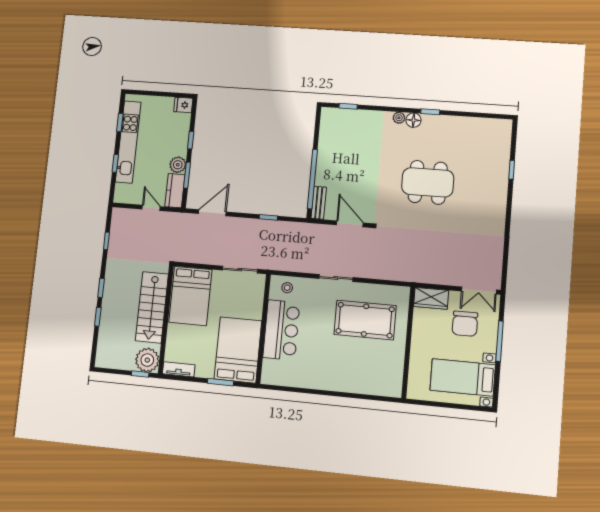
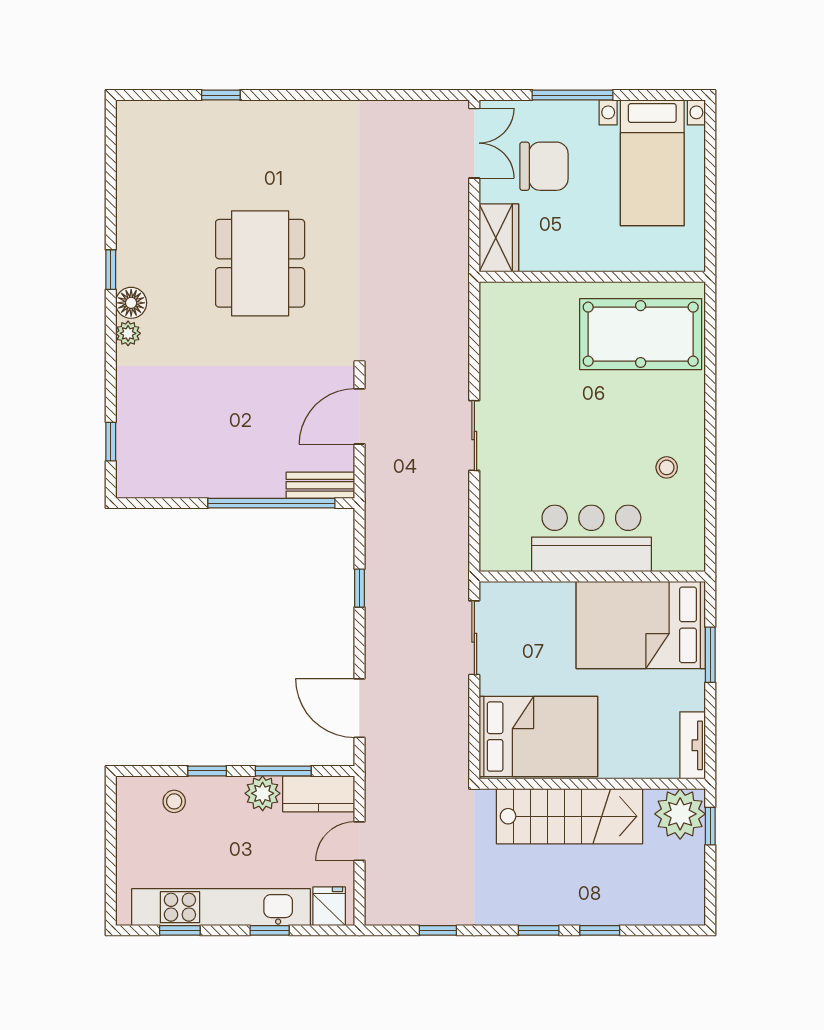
fridge: (183, 105) -> (329, 906), moved, turned 180
stool: (178, 124) -> (174, 801), added
stool: (287, 288) -> (667, 467), moved
pool table: (365, 320) -> (641, 334), moved, turned 90

